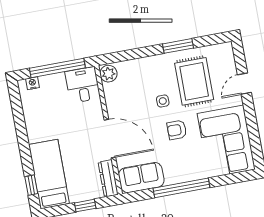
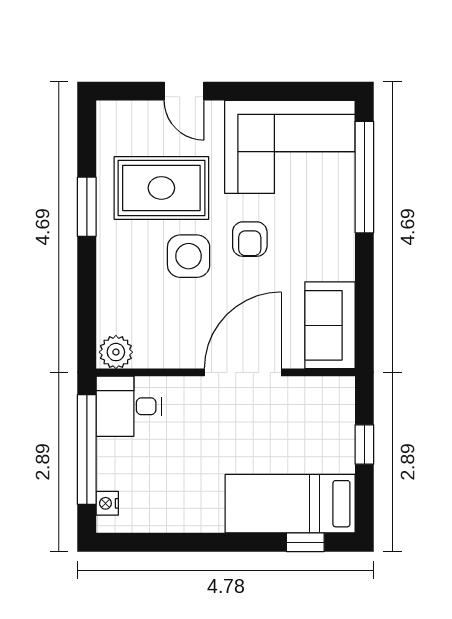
side table: (163, 101) -> (189, 256), width x1.87, depth x1.87
dresser: (108, 178) -> (320, 390), removed
window: (181, 188) -> (364, 177), moved

